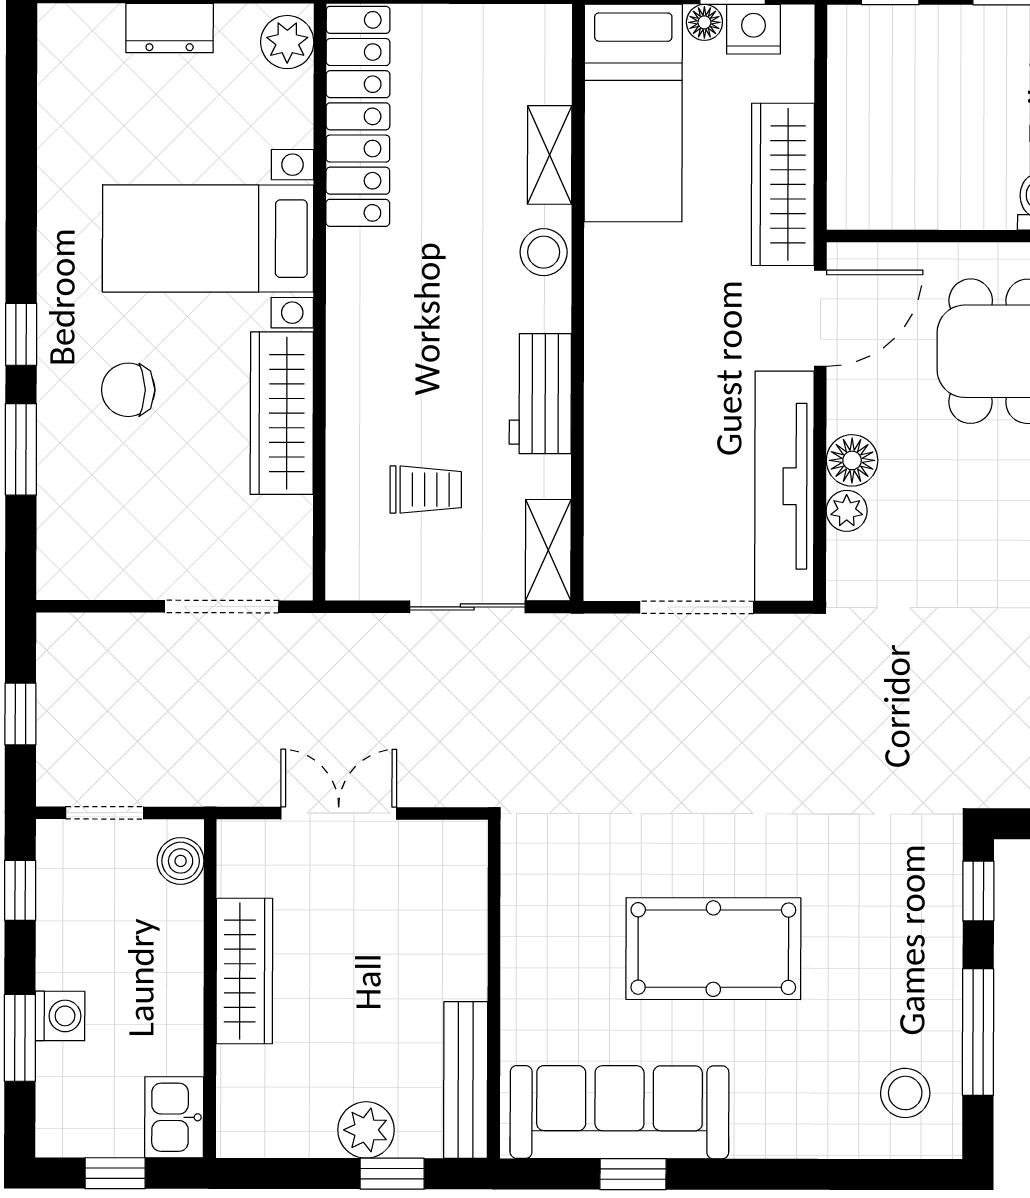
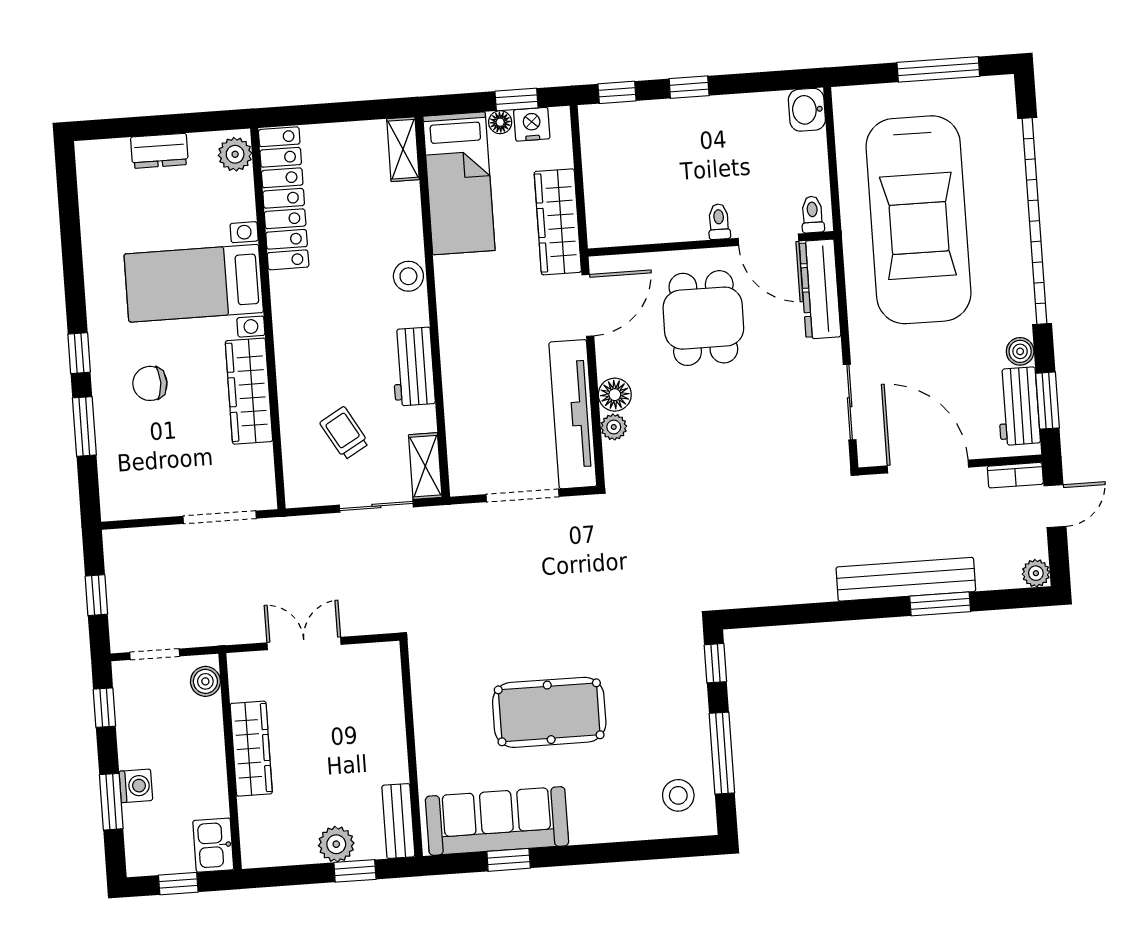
shelving: (550, 155) -> (403, 149), moved
trolley: (426, 490) -> (344, 433), turned -120
bench: (466, 1080) -> (398, 821), width x0.73

